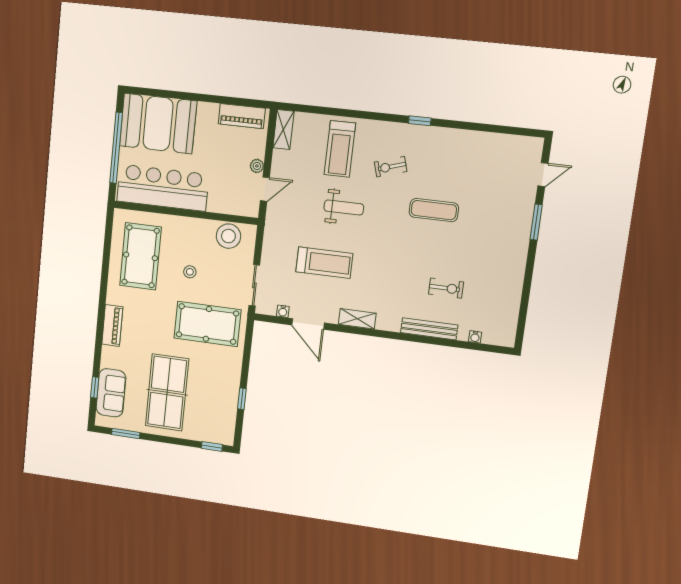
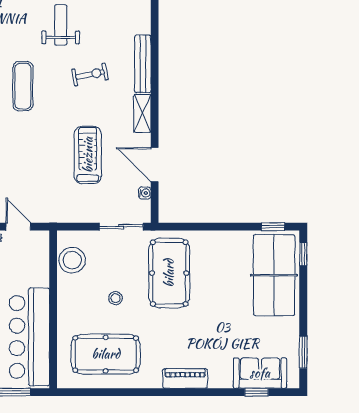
weight bench: (344, 208) -> (61, 25), moved
exercise mat: (434, 210) -> (23, 86), moved
exercise bike: (446, 288) -> (90, 74), moved, turned 79
door: (308, 324) -> (155, 165), swing flipped
bench: (429, 329) -> (143, 64), moved
table tennis table: (167, 392) -> (274, 275), moved, turned 90
window: (242, 399) -> (273, 227), moved

